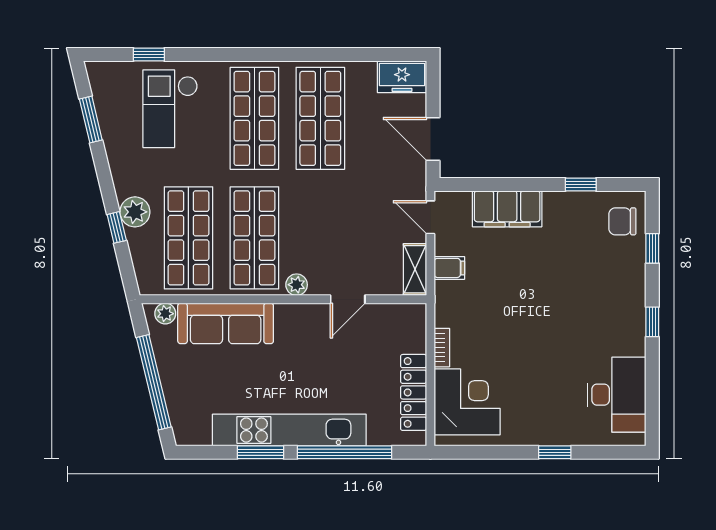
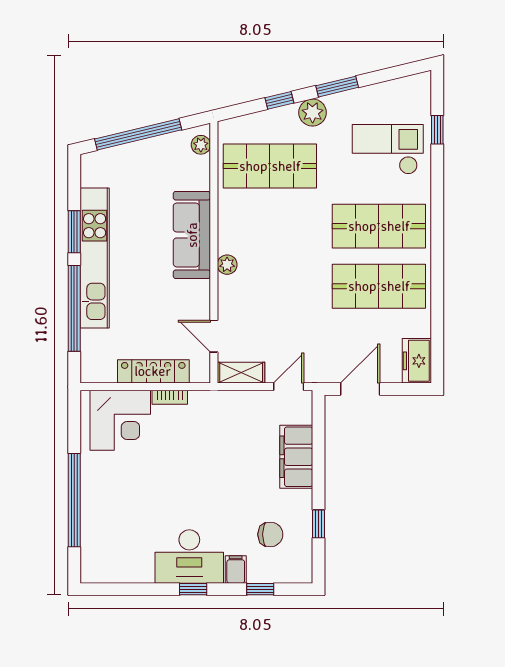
window: (91, 119) -> (337, 87), moved
plant: (135, 212) -> (313, 113), moved
chair: (622, 221) -> (270, 534), moved, turned 90
shop shelf: (254, 238) -> (270, 226), removed
filing cabinet: (449, 268) -> (236, 569), moved, turned 180
door: (348, 299) -> (214, 336), moved
sofa: (226, 323) -> (192, 235), moved
locker: (414, 392) -> (153, 371), moved
desk: (616, 395) -> (189, 556), moved
window: (555, 452) -> (74, 500), width x3.17

